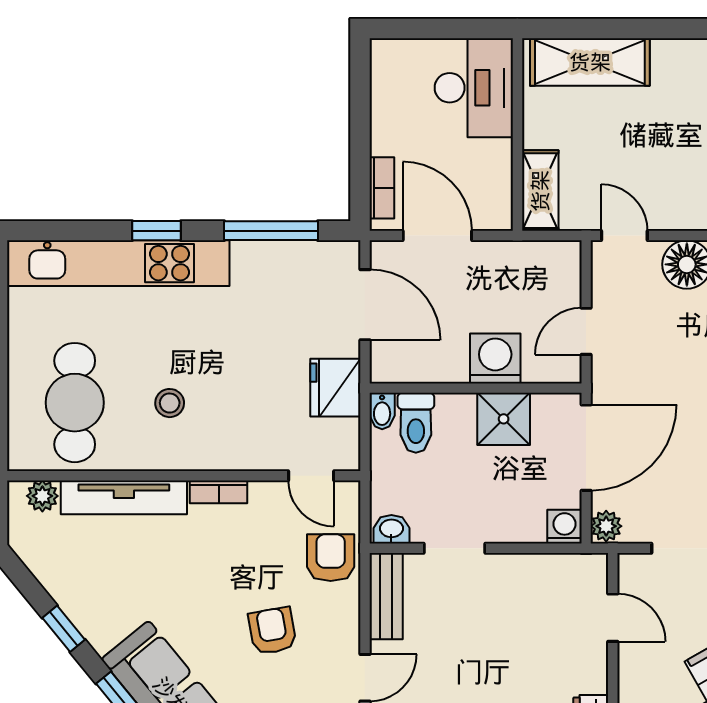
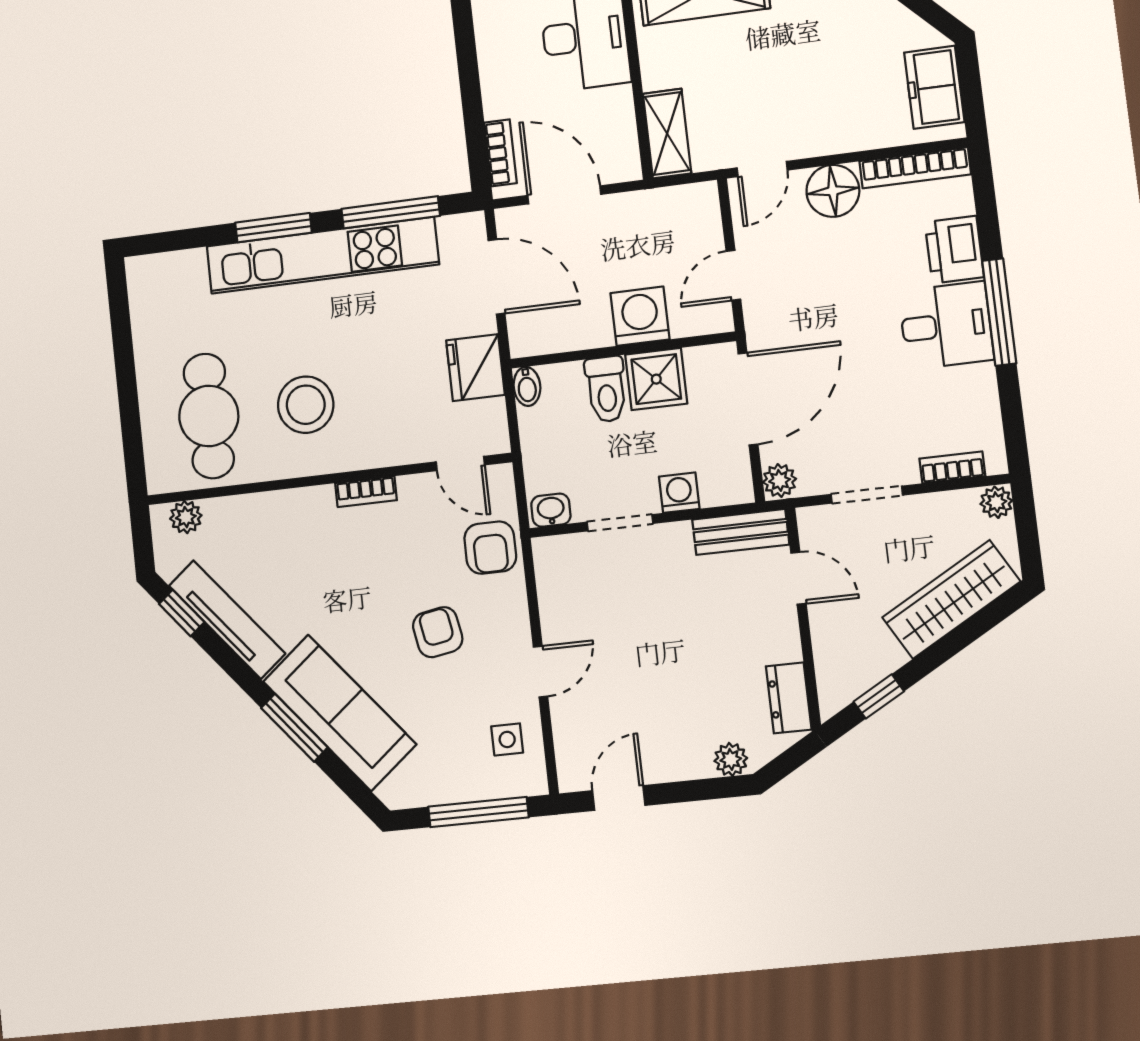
window: (156, 231) -> (273, 228), width x1.50
door: (624, 236) -> (762, 169), swing flipped
kitchen unit: (118, 263) -> (322, 255), moved
stool: (170, 403) -> (306, 405), width x1.89, depth x1.89
toilet: (416, 423) -> (606, 389), moved
tv unit: (124, 497) -> (227, 620), moved, turned -129
washing machine: (565, 527) -> (679, 493), moved
armchair: (331, 558) -> (490, 548), turned 180
bench: (386, 596) -> (741, 532), moved, turned 90
window: (64, 629) -> (182, 613), moved

